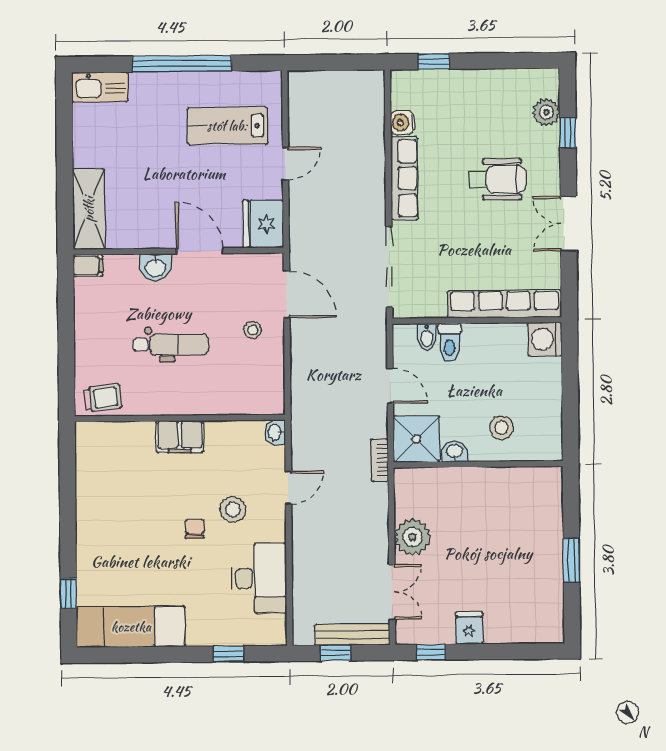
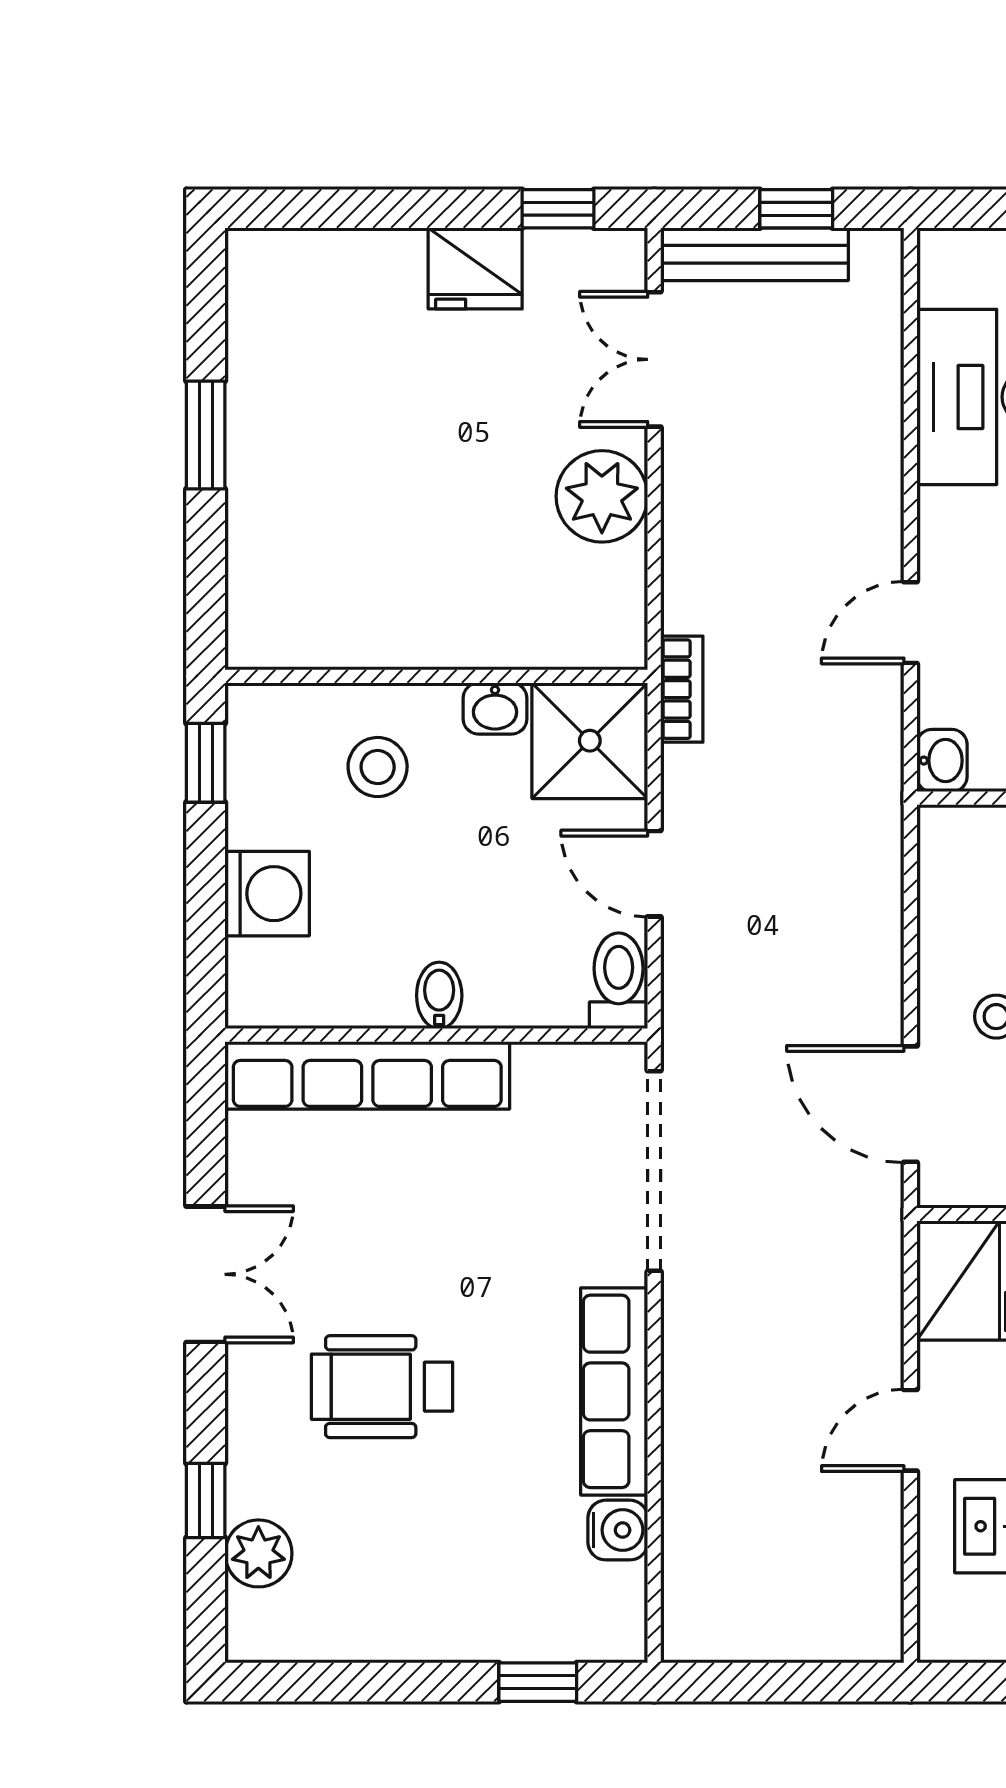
bidet: (427, 337) -> (439, 995), moved
washing machine: (545, 339) -> (267, 894), moved
toilet: (450, 342) -> (619, 981), moved
window: (570, 429) -> (206, 763), added
fridge: (469, 628) -> (475, 268), width x1.38

